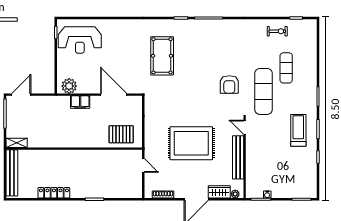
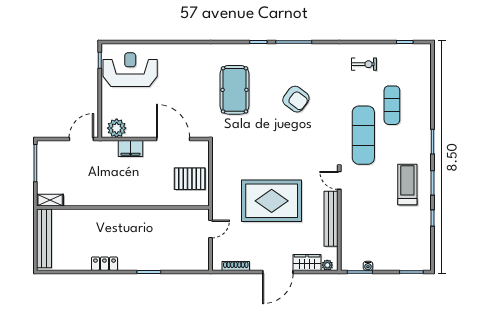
exercise bike: (277, 31) -> (364, 64), moved
reception desk: (80, 40) -> (130, 70), turned 180
armchair: (229, 84) -> (296, 99), moved, turned -53
door: (21, 95) -> (81, 139), moved
pallet: (121, 134) -> (190, 179), moved
door: (143, 165) -> (211, 229), hinge flipped
locker: (54, 193) -> (104, 264), width x0.66

